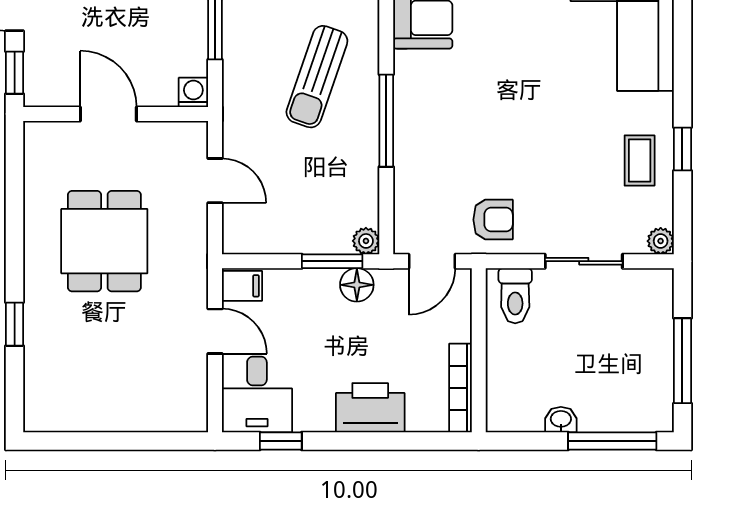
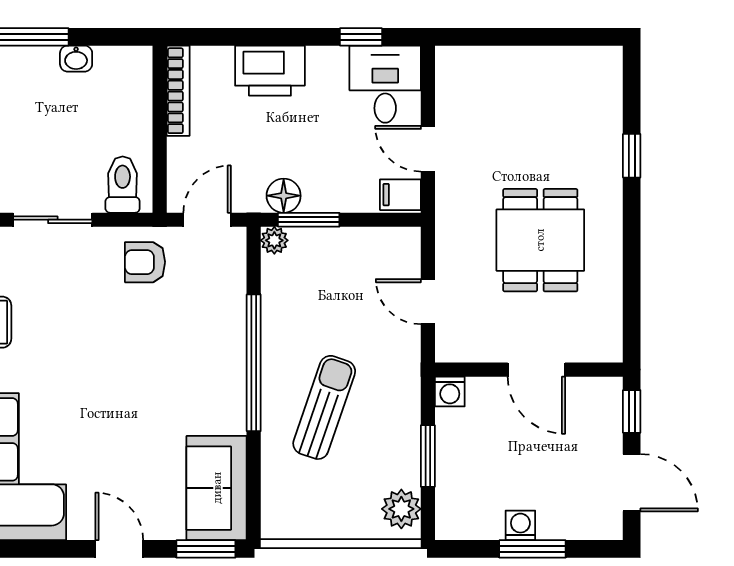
window: (386, 121) -> (254, 363), width x1.46

